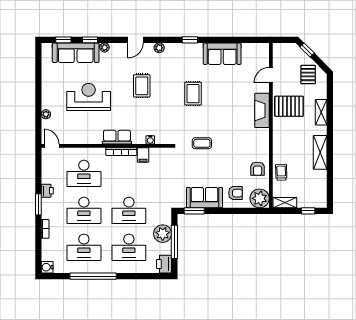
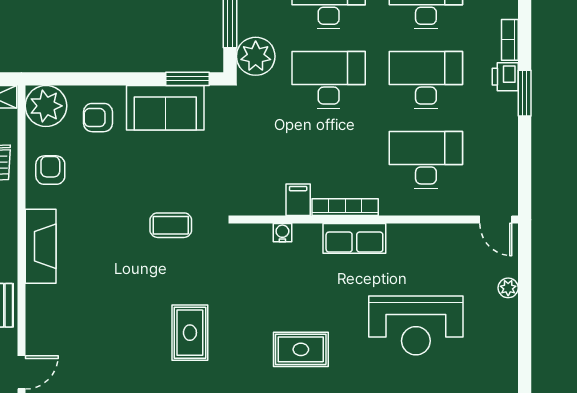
rug: (142, 86) -> (301, 349), turned 90
fireplace: (262, 110) -> (41, 246), moved
printer: (47, 191) -> (505, 77), moved
plant: (163, 234) -> (256, 56), moved

